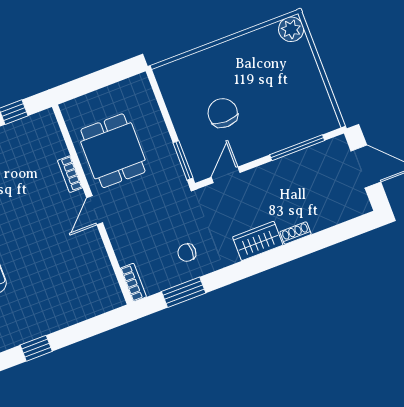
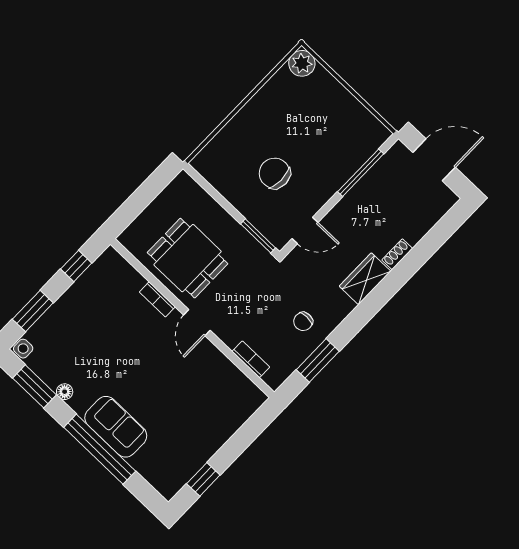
door: (226, 175) -> (305, 231), swing flipped
bookcase: (133, 283) -> (251, 359), moved

